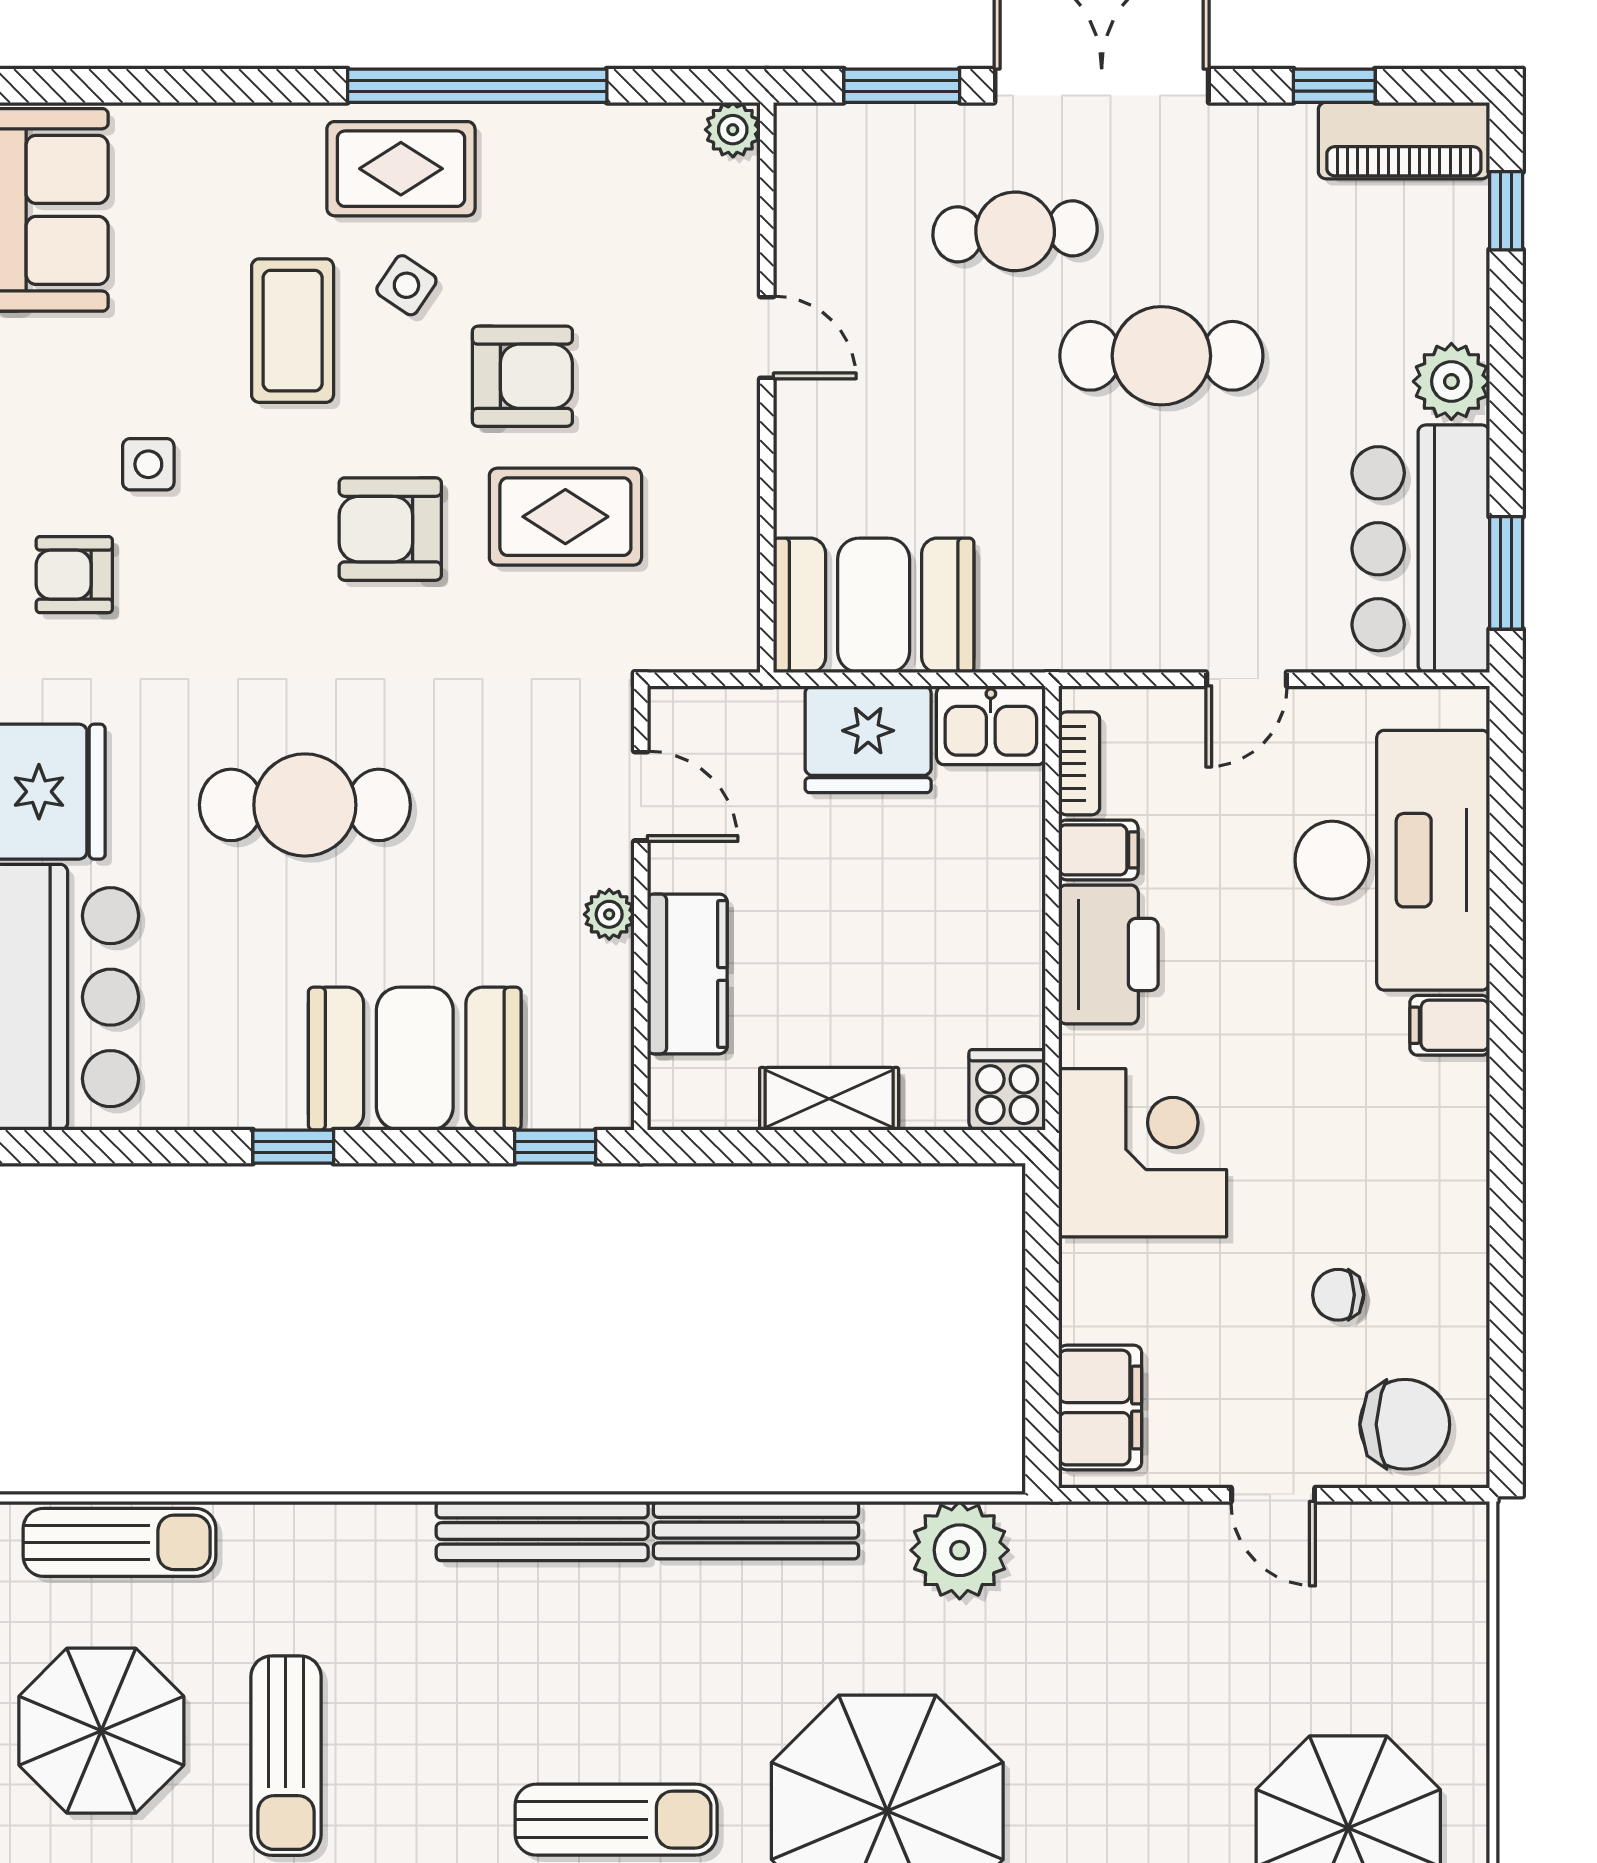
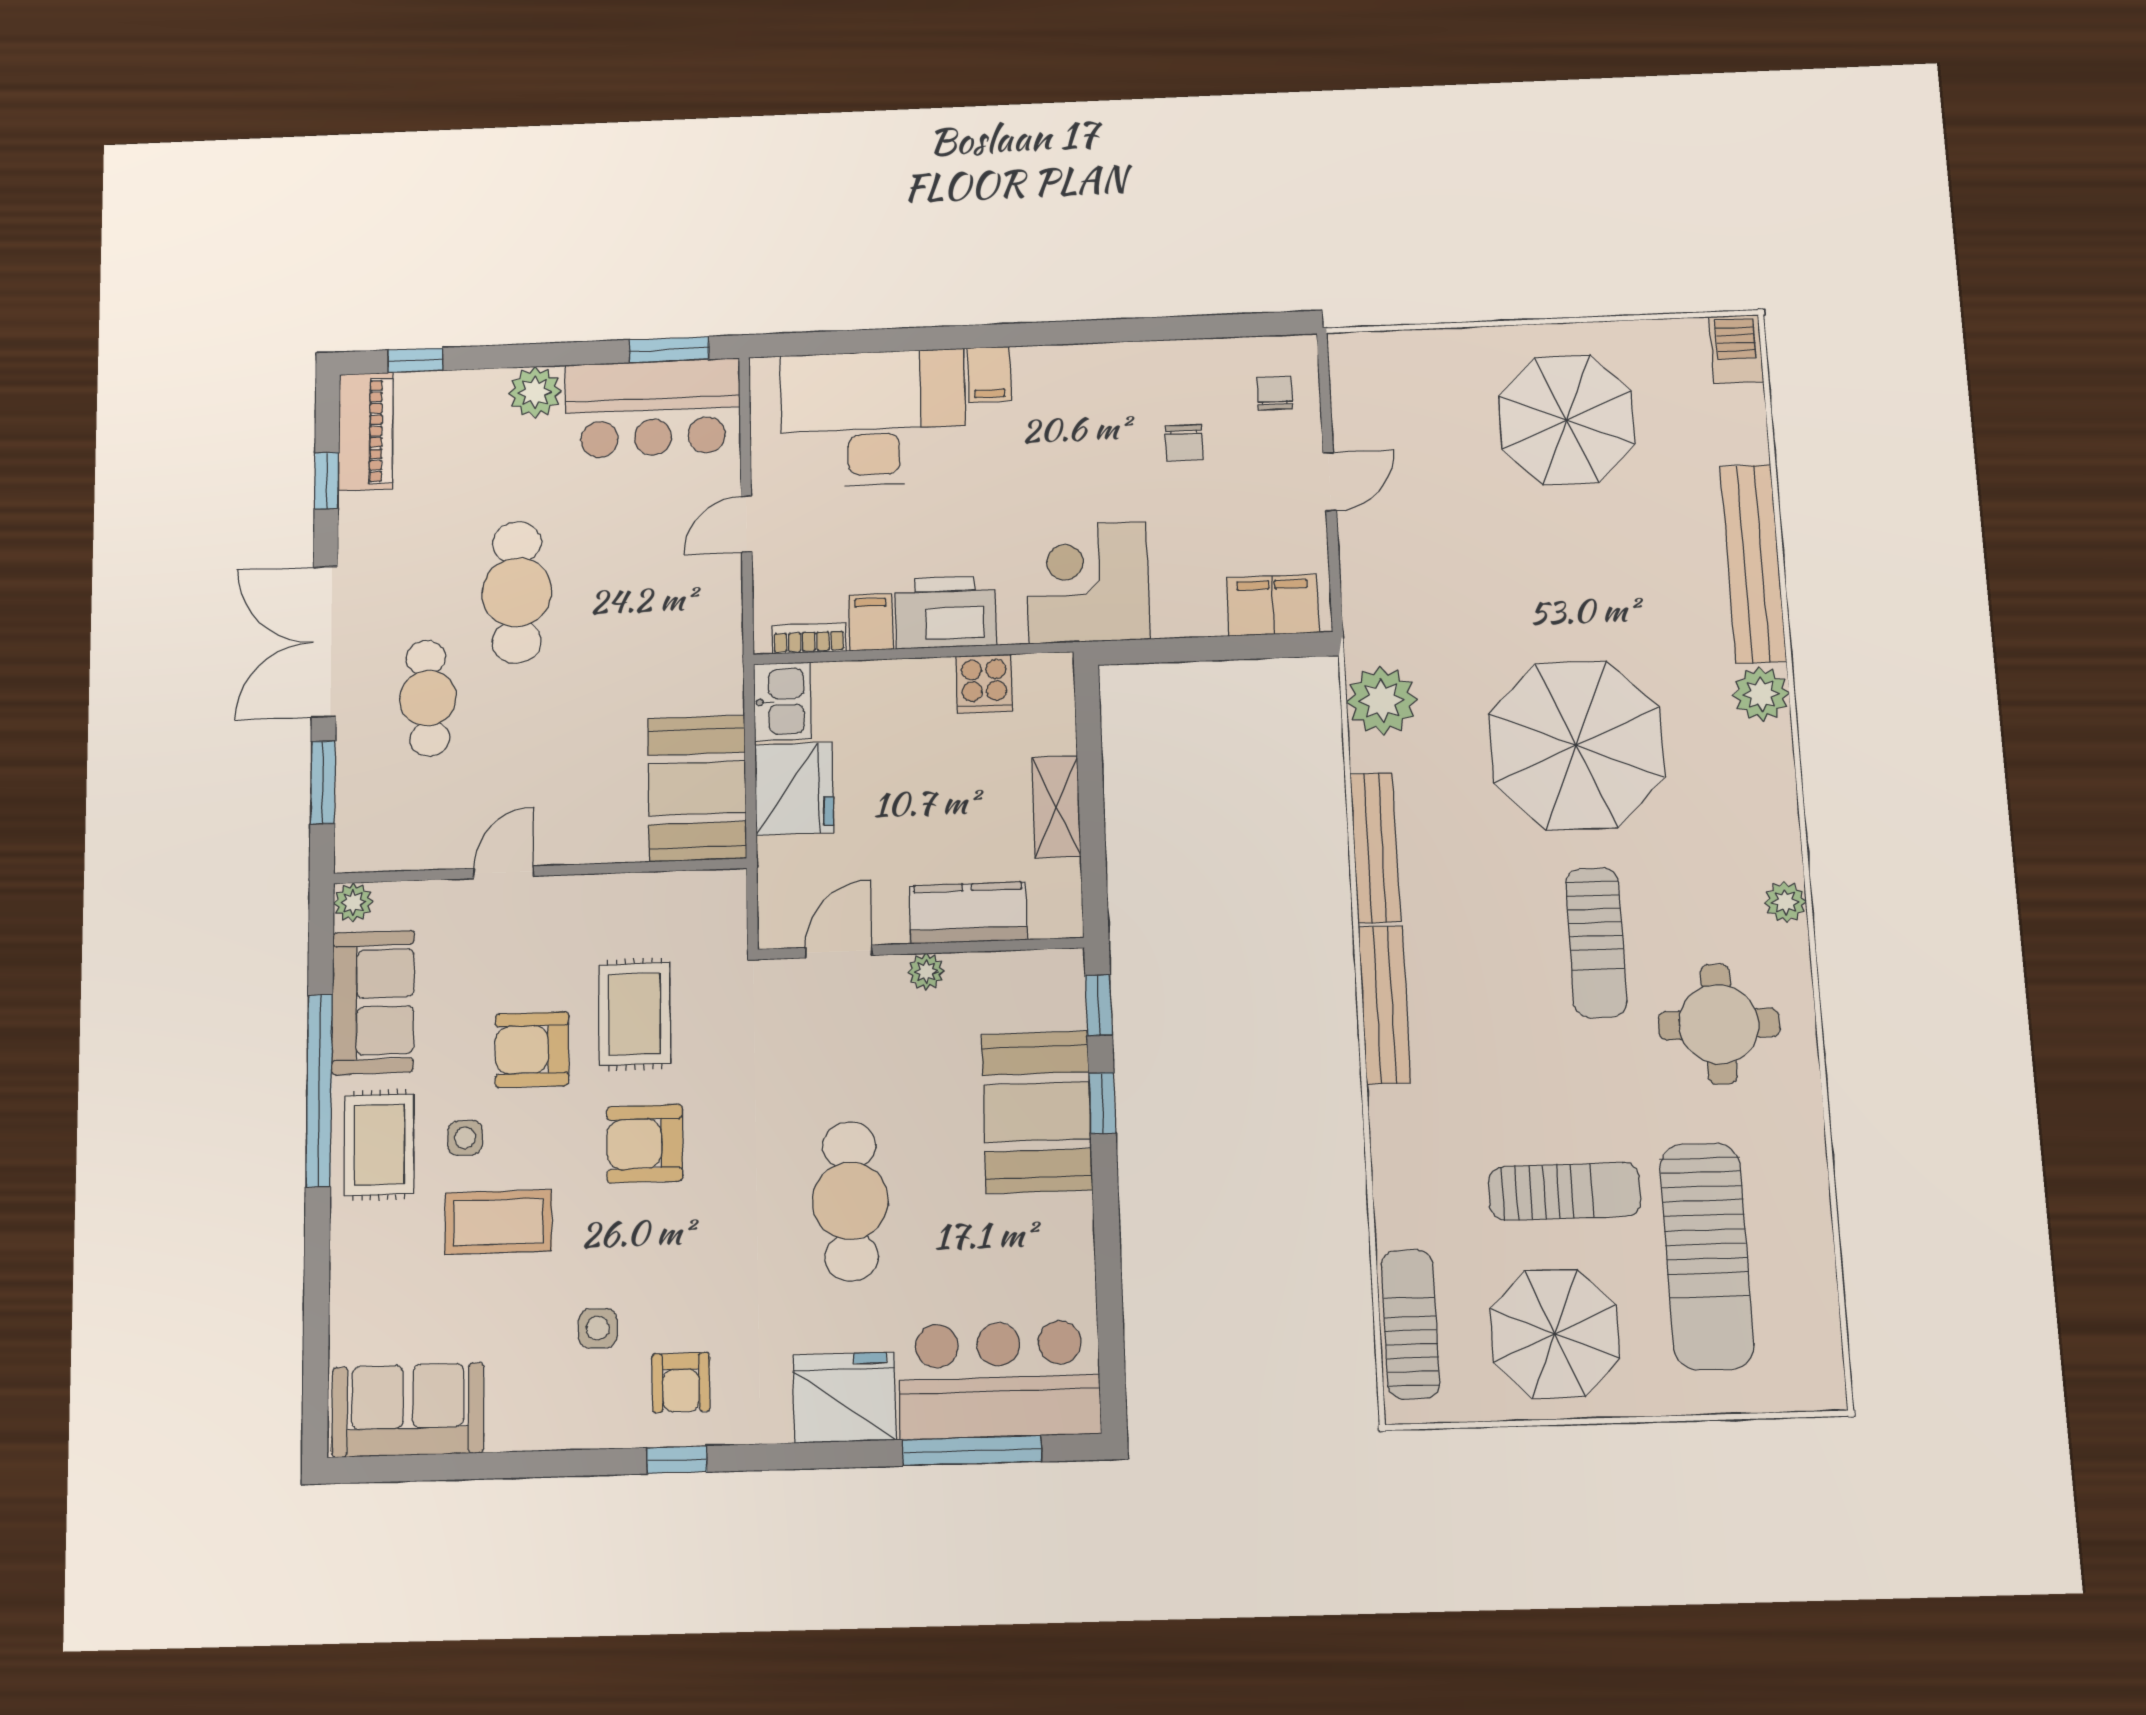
sofa: (594, 158) -> (373, 1002), added
side table: (406, 285) -> (465, 1138), turned -34
armchair: (522, 376) -> (532, 1050), turned -90
armchair: (390, 529) -> (645, 1144), turned 90
door: (1246, 679) -> (747, 524), swing flipped
cooker: (1007, 1090) -> (984, 684), moved, turned -90
window: (293, 1147) -> (1102, 1103), moved
chair: (1405, 1424) -> (1275, 393), width x0.54, depth x0.54
sun lounger: (616, 1820) -> (1596, 942), turned 180

